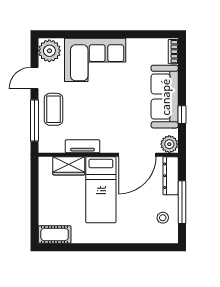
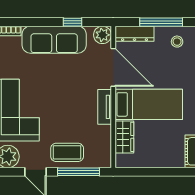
tv unit: (83, 146) -> (105, 107), moved

